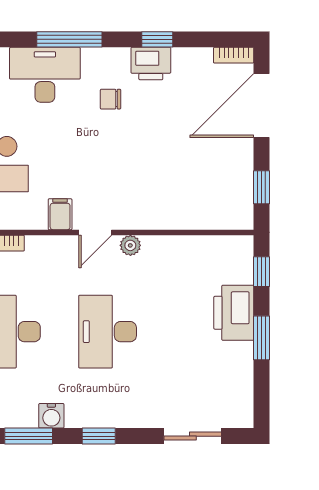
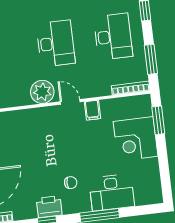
door: (95, 232) -> (70, 102), hinge flipped
plant: (130, 245) -> (42, 92), width x1.88, depth x1.88

